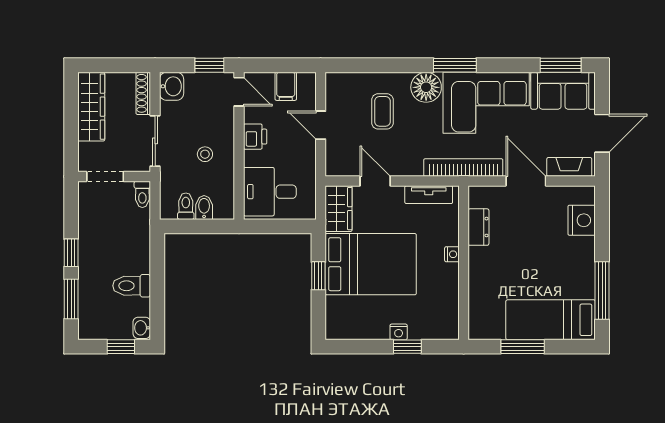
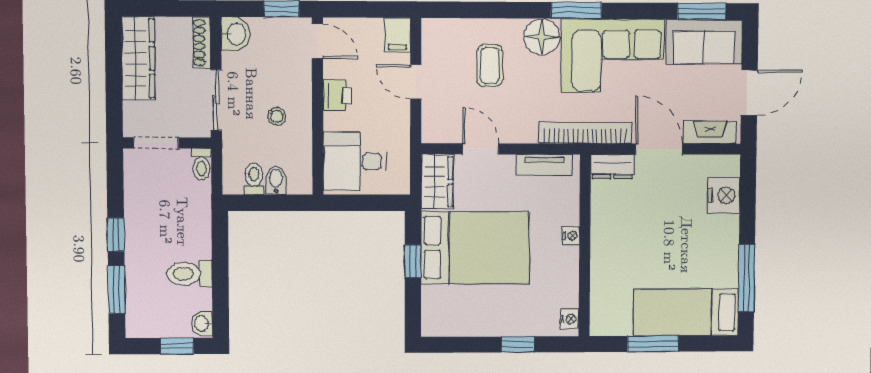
filing cabinet: (286, 86) -> (398, 35), moved
dresser: (478, 227) -> (612, 167), moved, turned 90
nightstand: (399, 332) -> (569, 319), moved, turned -90

